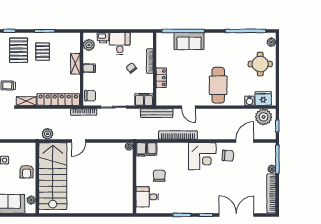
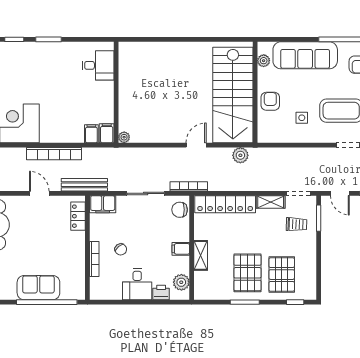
pallet: (43, 52) -> (247, 273), width x1.50, depth x1.42
locker: (161, 78) -> (78, 216), moved
chair: (159, 176) -> (81, 95), removed

